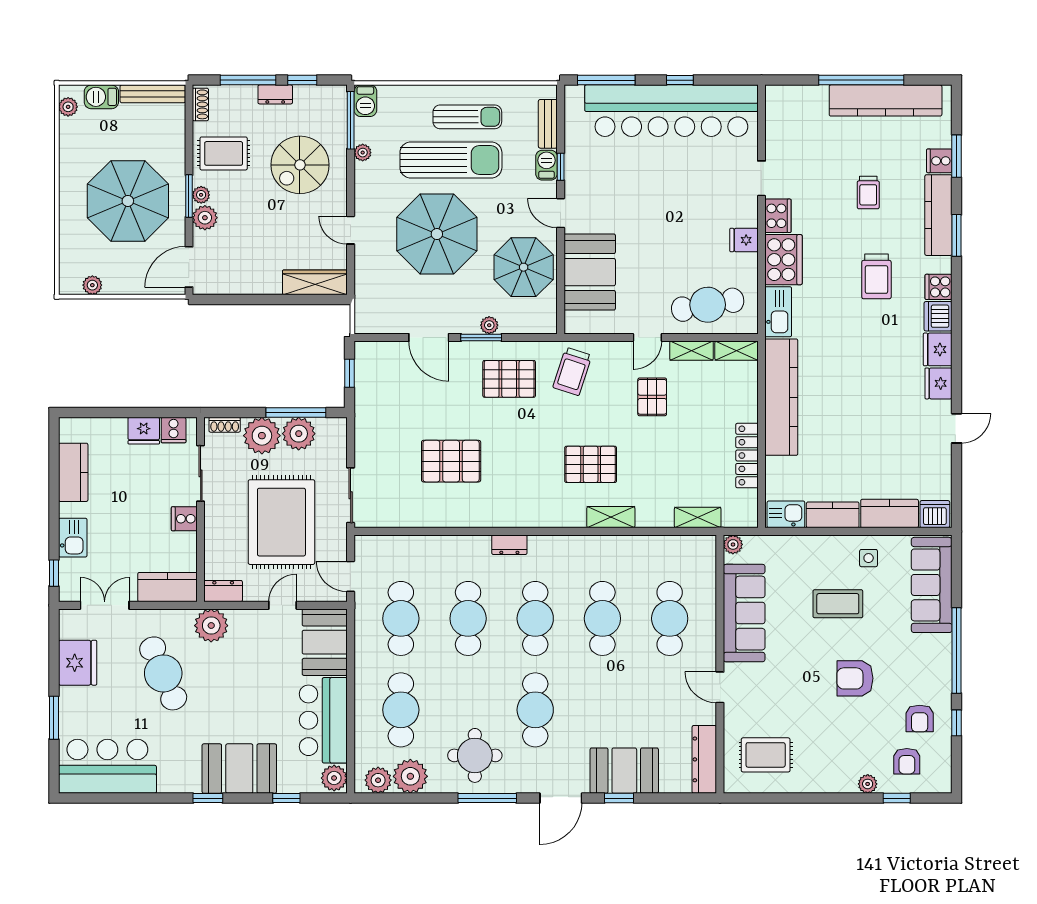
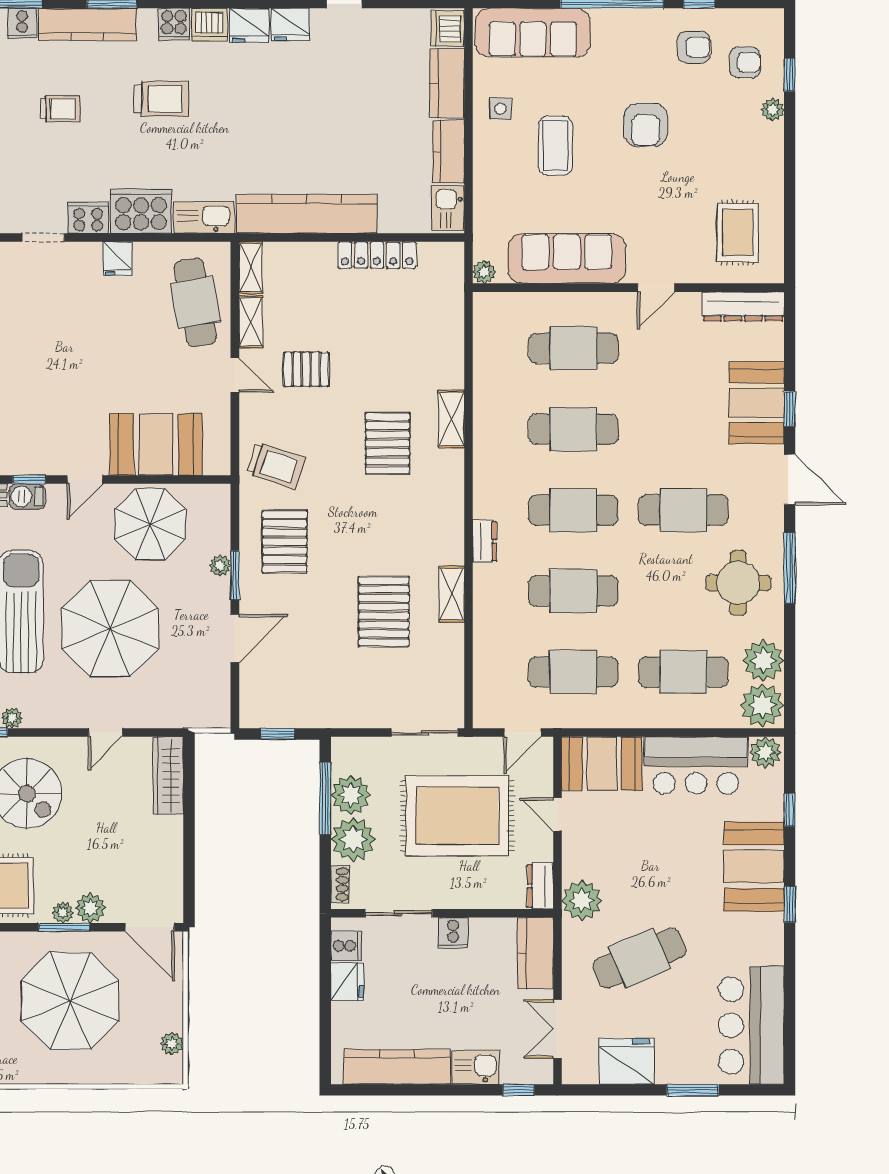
kitchen counter: (73, 472) -> (397, 1067), width x1.50
shelving: (698, 518) -> (452, 594), moved
plant: (378, 780) -> (762, 705), width x1.36, depth x1.36

